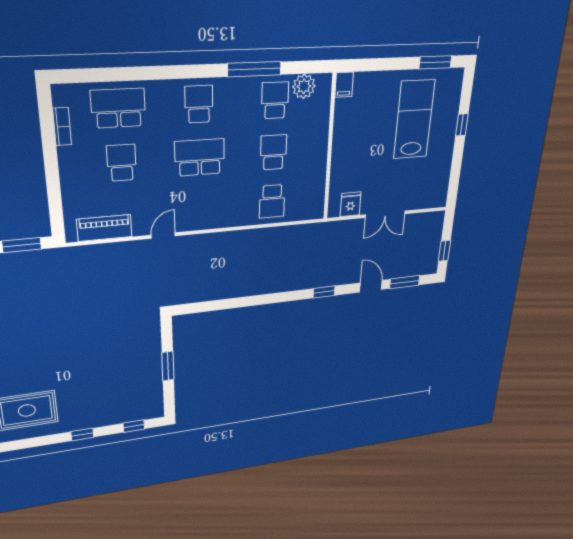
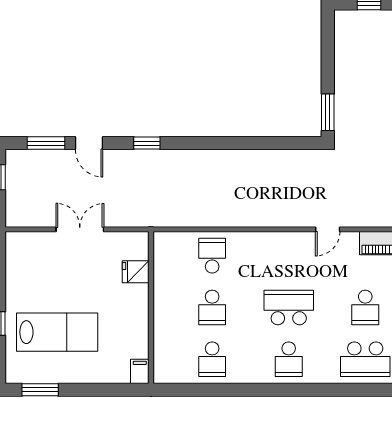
window: (254, 69) -> (234, 390), removed
plant: (304, 86) -> (183, 372), removed
lab bench: (414, 120) -> (57, 332), turned -90
school desk: (200, 157) -> (289, 307), turned 180
fridge: (351, 204) -> (136, 272), moved, turned 90
window: (168, 366) -> (328, 112), moved

